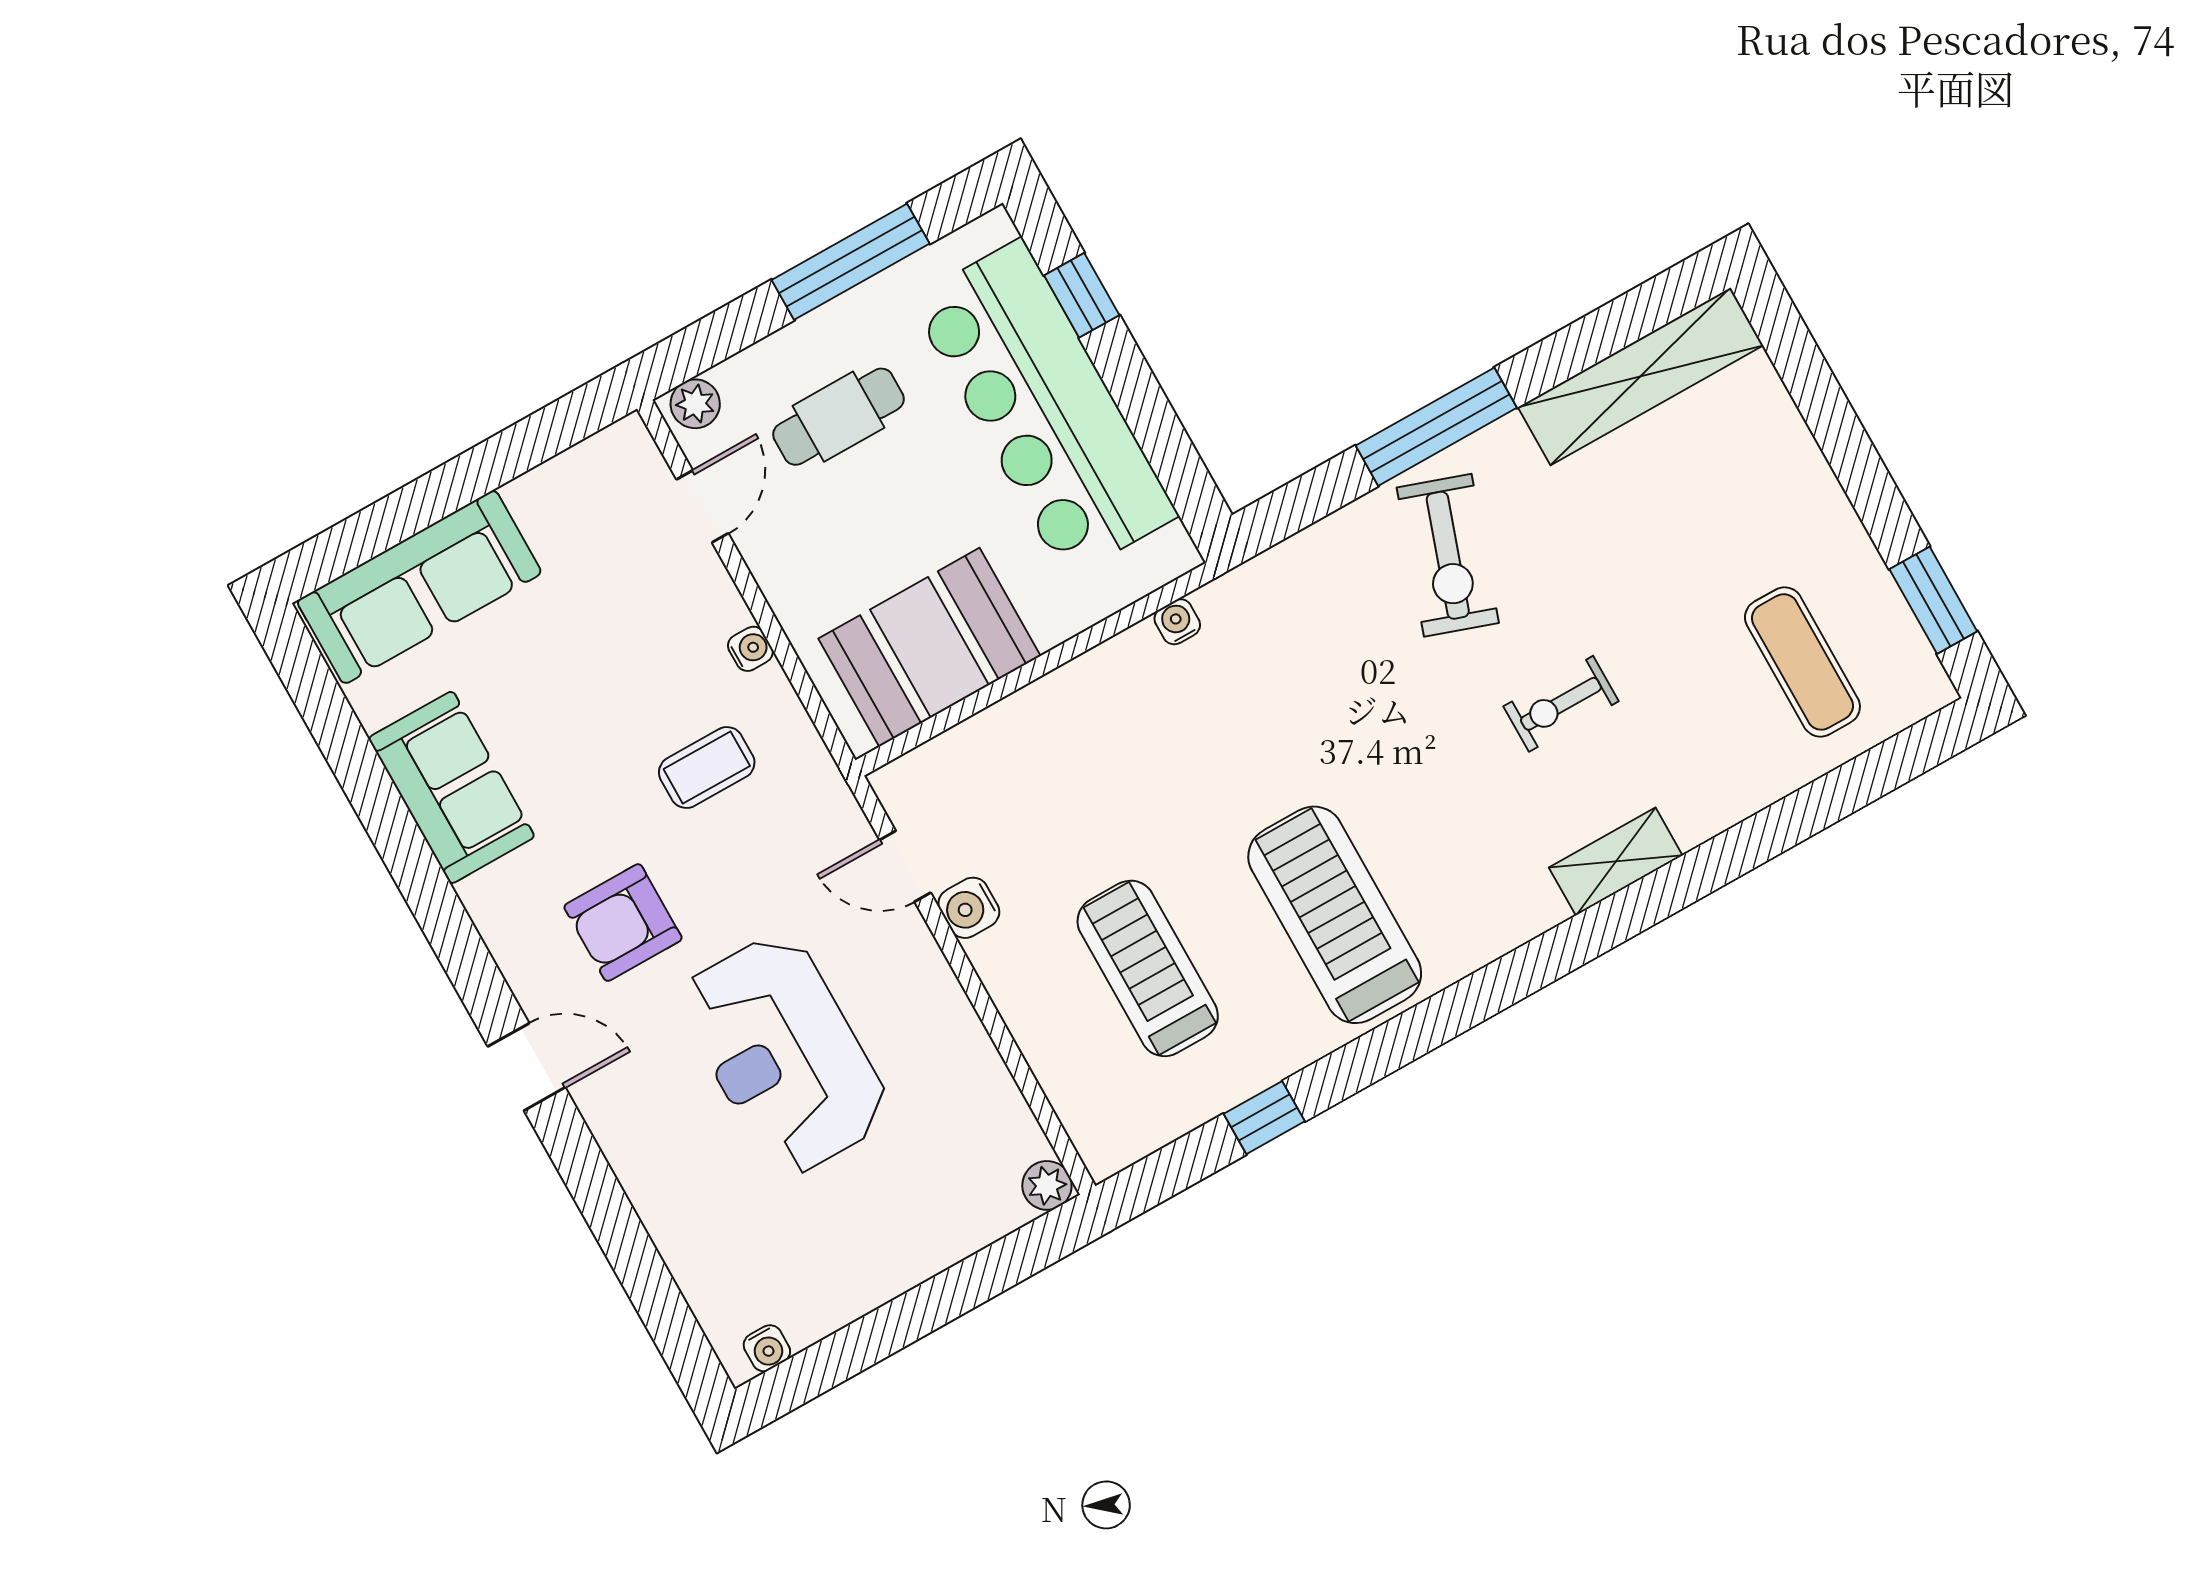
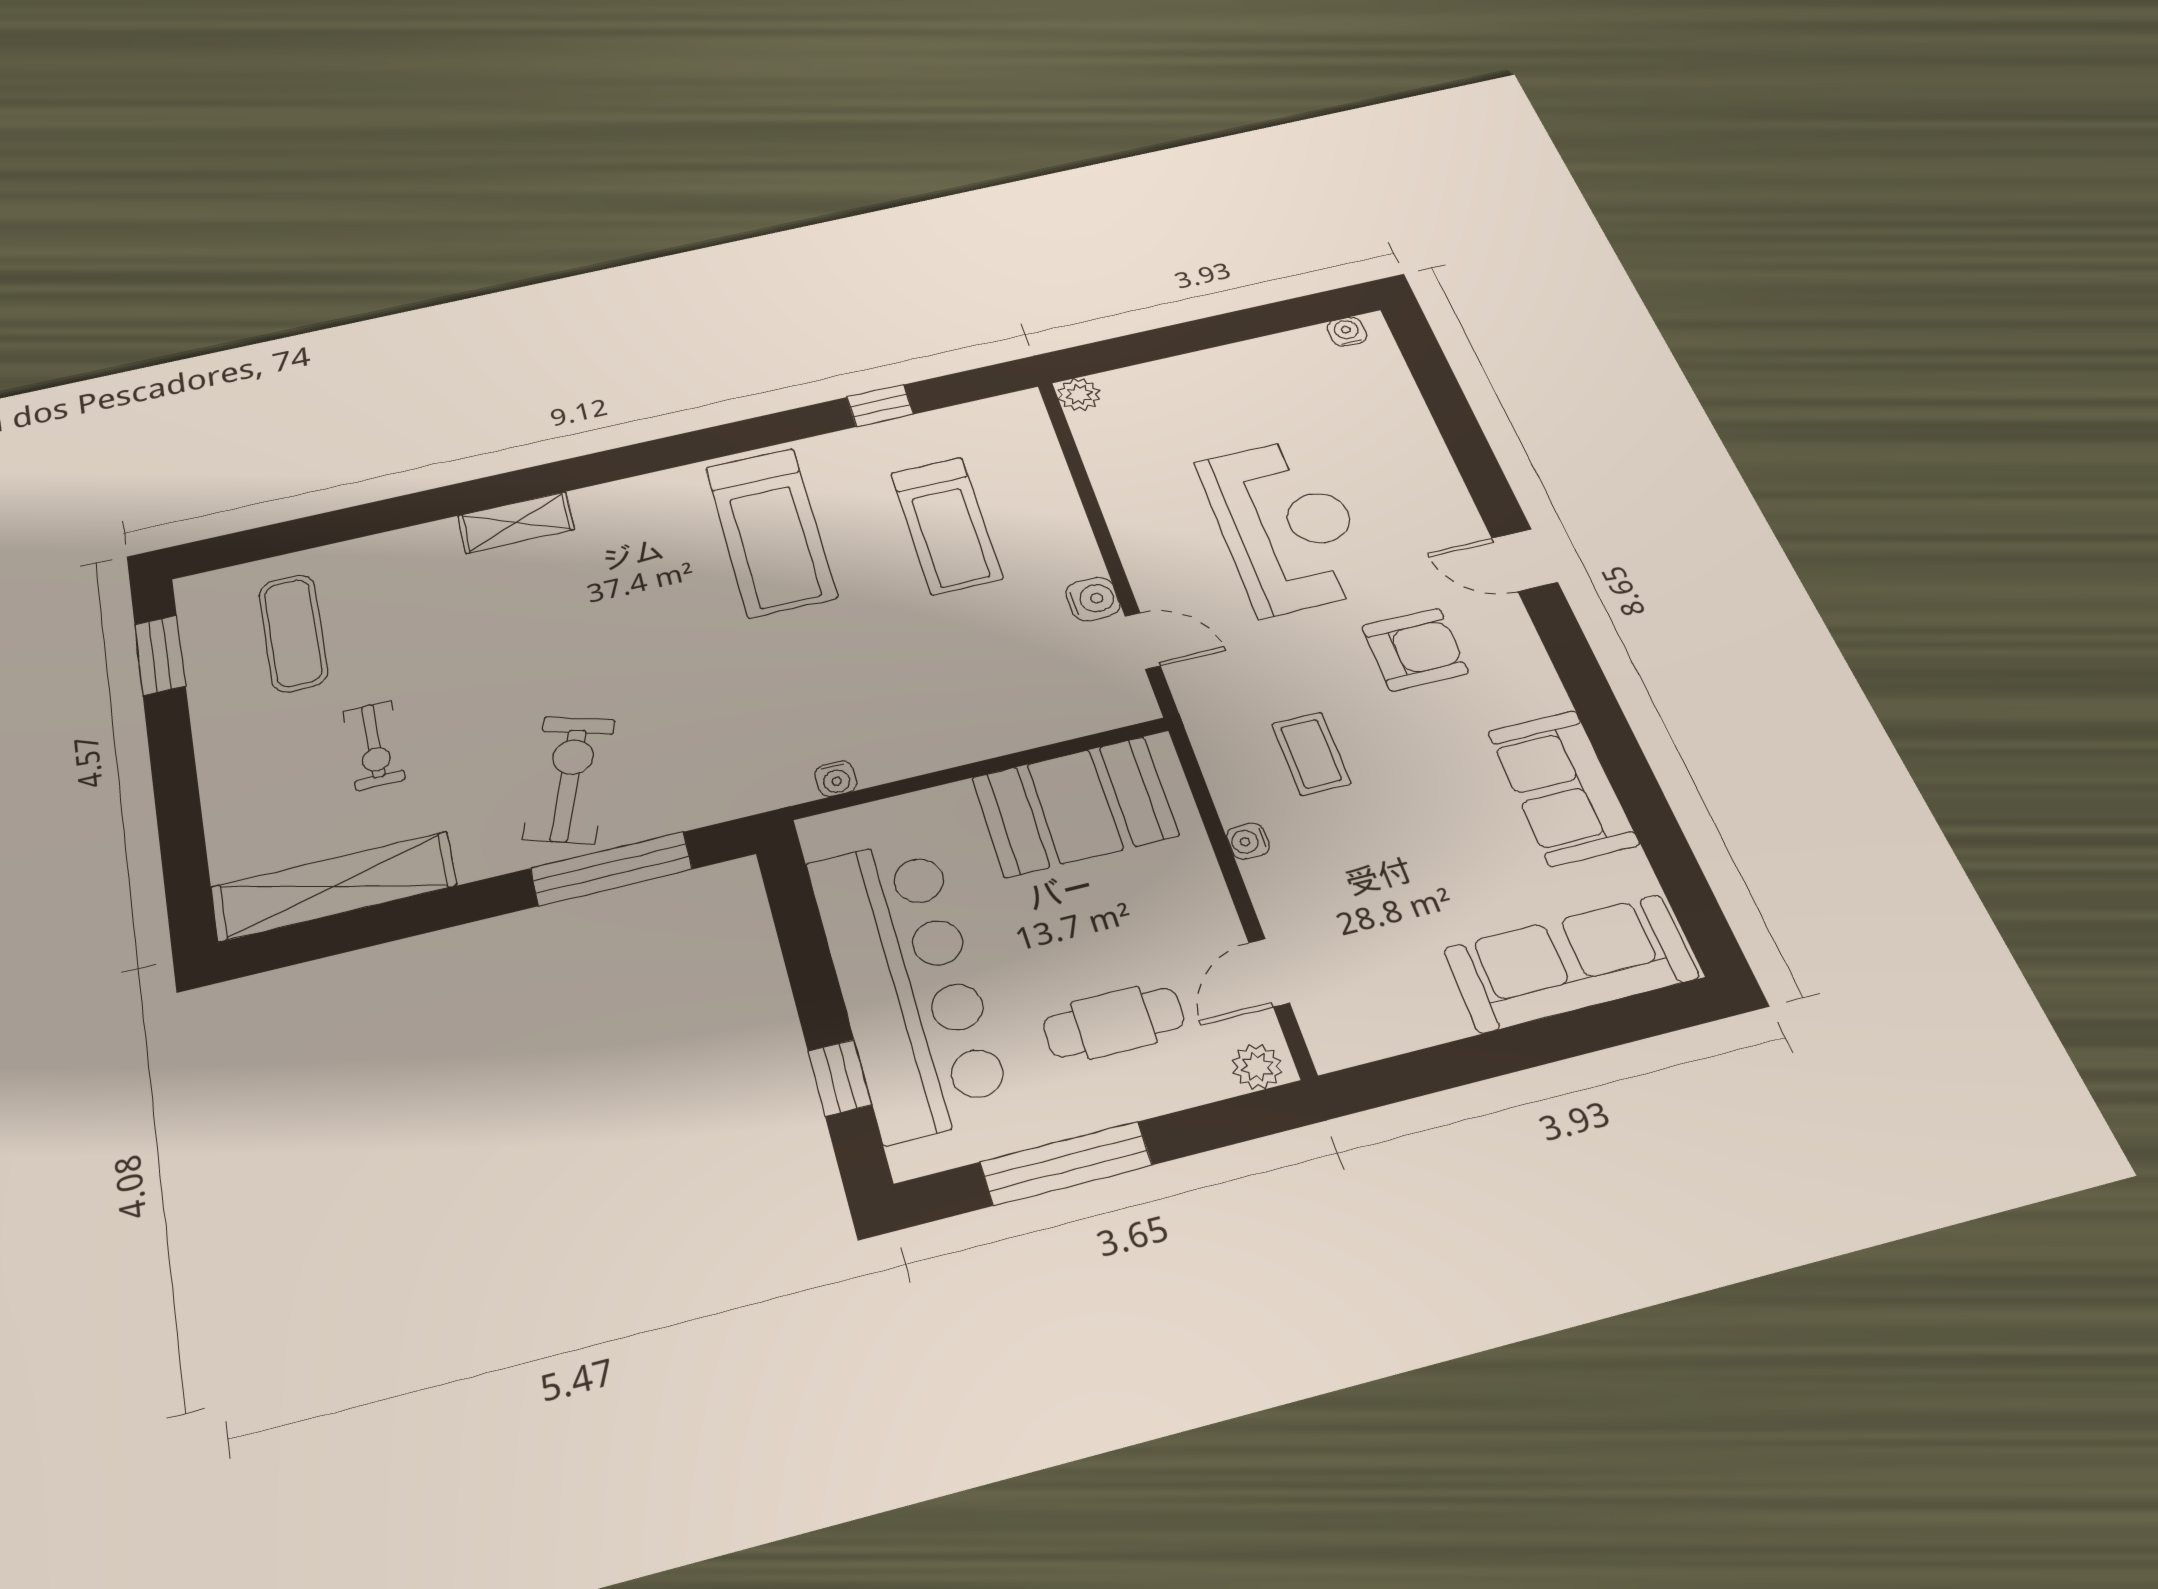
window: (1436, 427) -> (611, 869), moved
exercise bike: (1561, 704) -> (374, 745), moved, turned 90
coffee table: (707, 768) -> (1311, 754), turned 90

